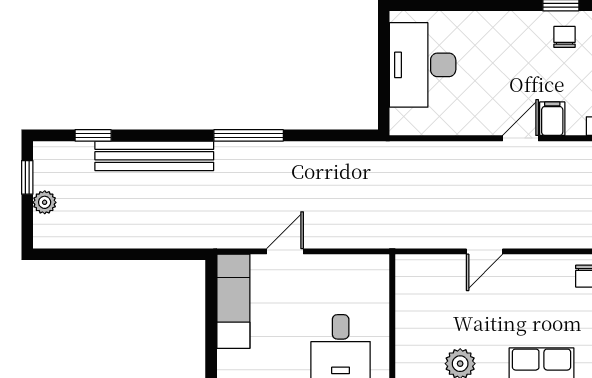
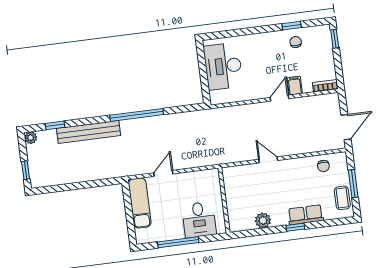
window: (249, 135) -> (137, 115), width x1.46
window: (27, 177) -> (26, 170), moved
plant: (45, 202) -> (31, 138), moved
door: (484, 251) -> (268, 160), swing flipped

